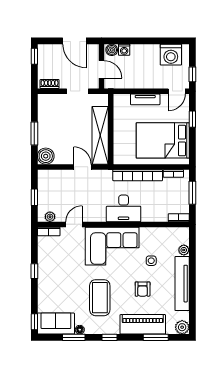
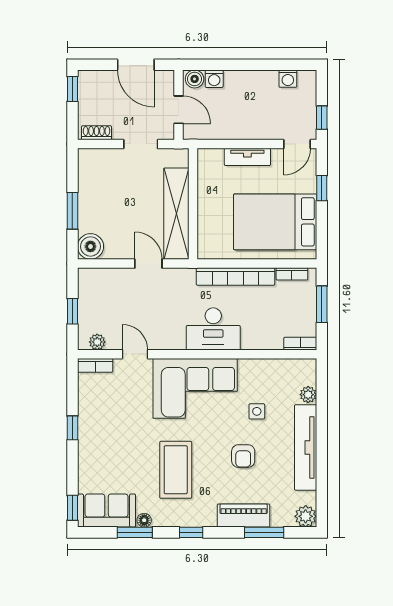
washing machine: (171, 55) -> (288, 79), width x0.53, depth x0.53
door: (74, 224) -> (135, 354), hinge flipped
piano: (143, 324) -> (244, 516), width x0.73, depth x0.75

